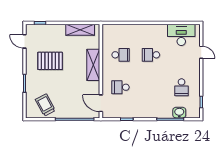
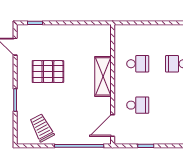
shelving: (80, 30) -> (86, 32), removed
school desk: (121, 87) -> (138, 105), turned 180
door: (101, 103) -> (113, 126), hinge flipped

